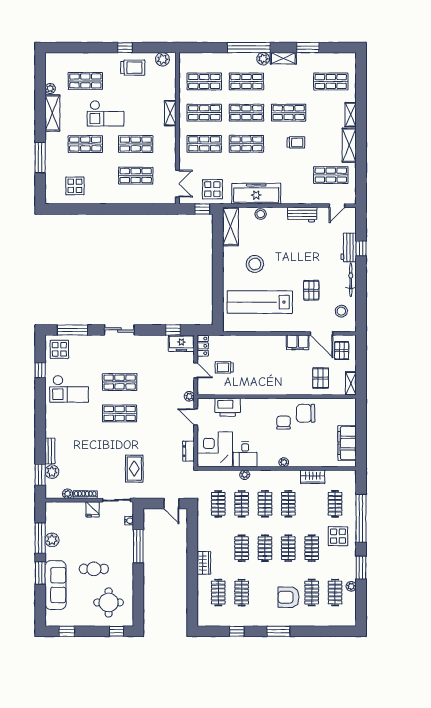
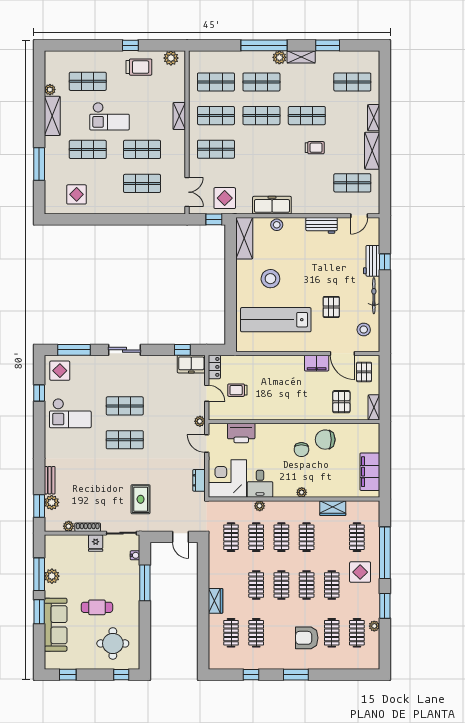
shop shelf: (246, 144) -> (261, 149), removed
freezer: (256, 194) -> (272, 205), width x0.73, depth x0.79
chair: (284, 423) -> (301, 450), turned 180

